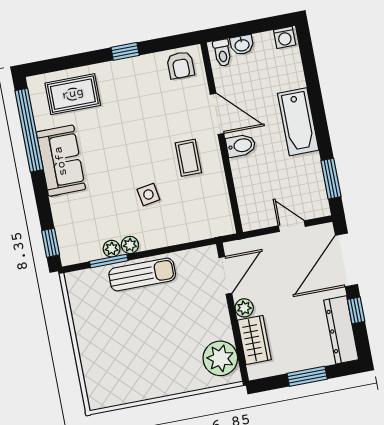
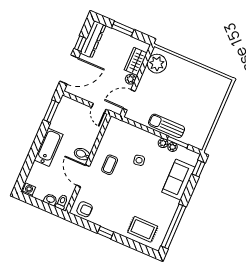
armchair: (181, 65) -> (85, 209), turned 90
sofa: (61, 161) -> (178, 180), moved
door: (292, 226) -> (99, 108), moved

